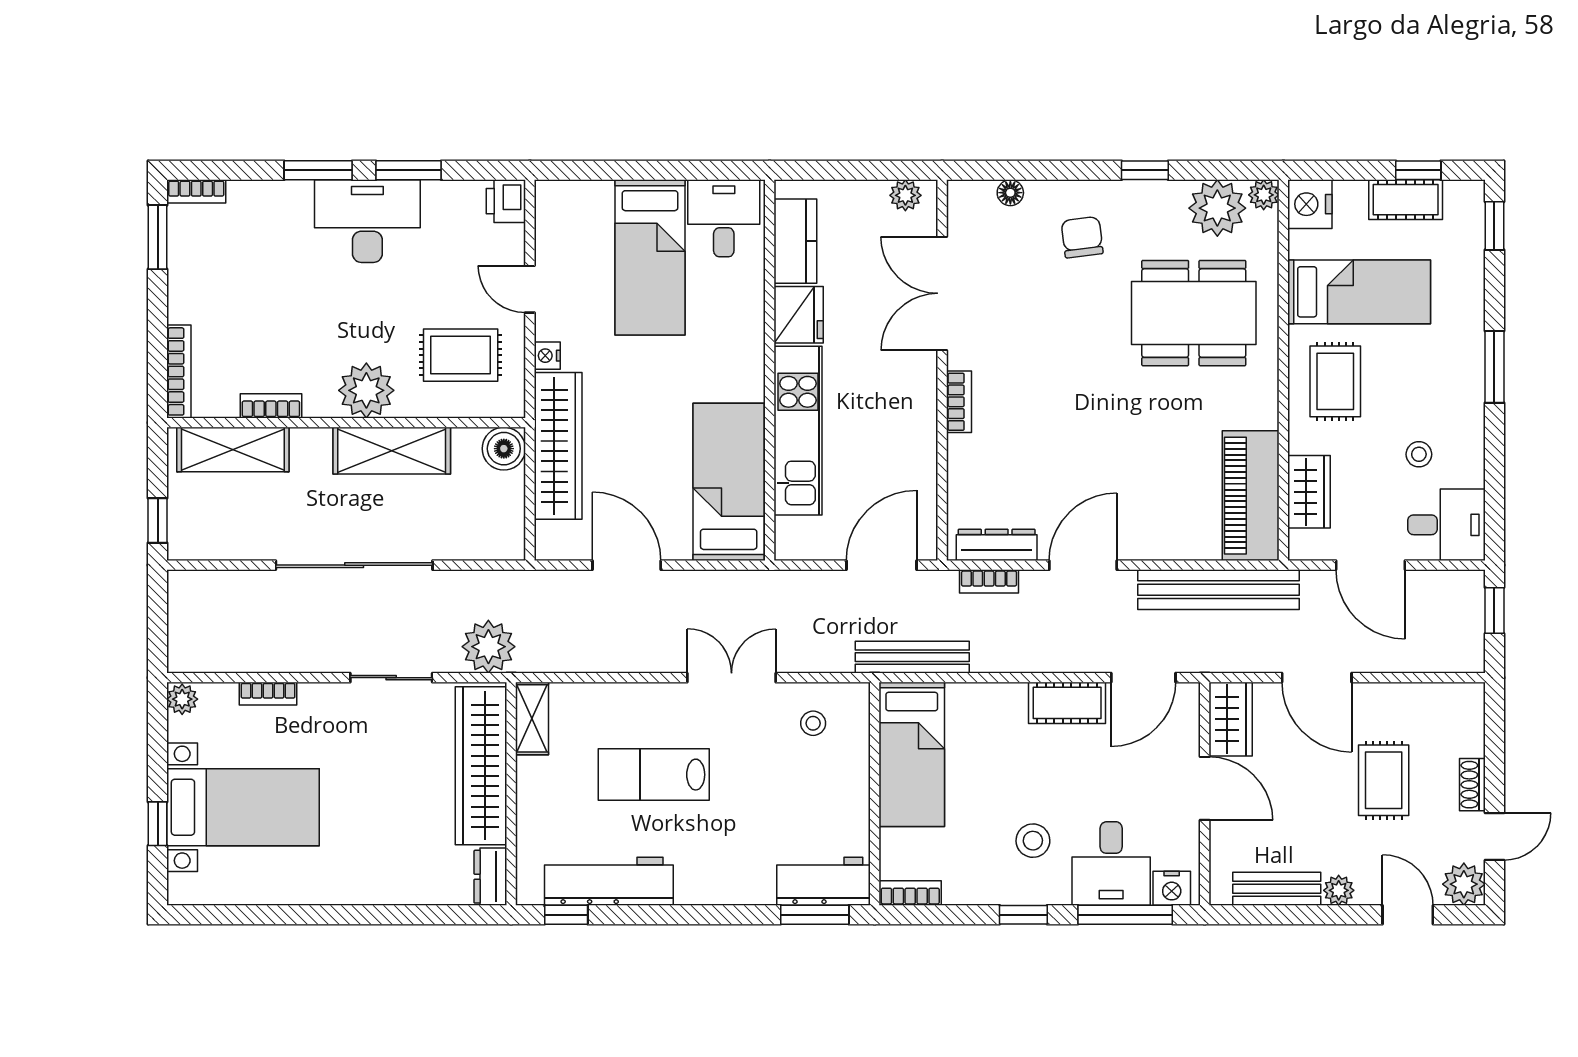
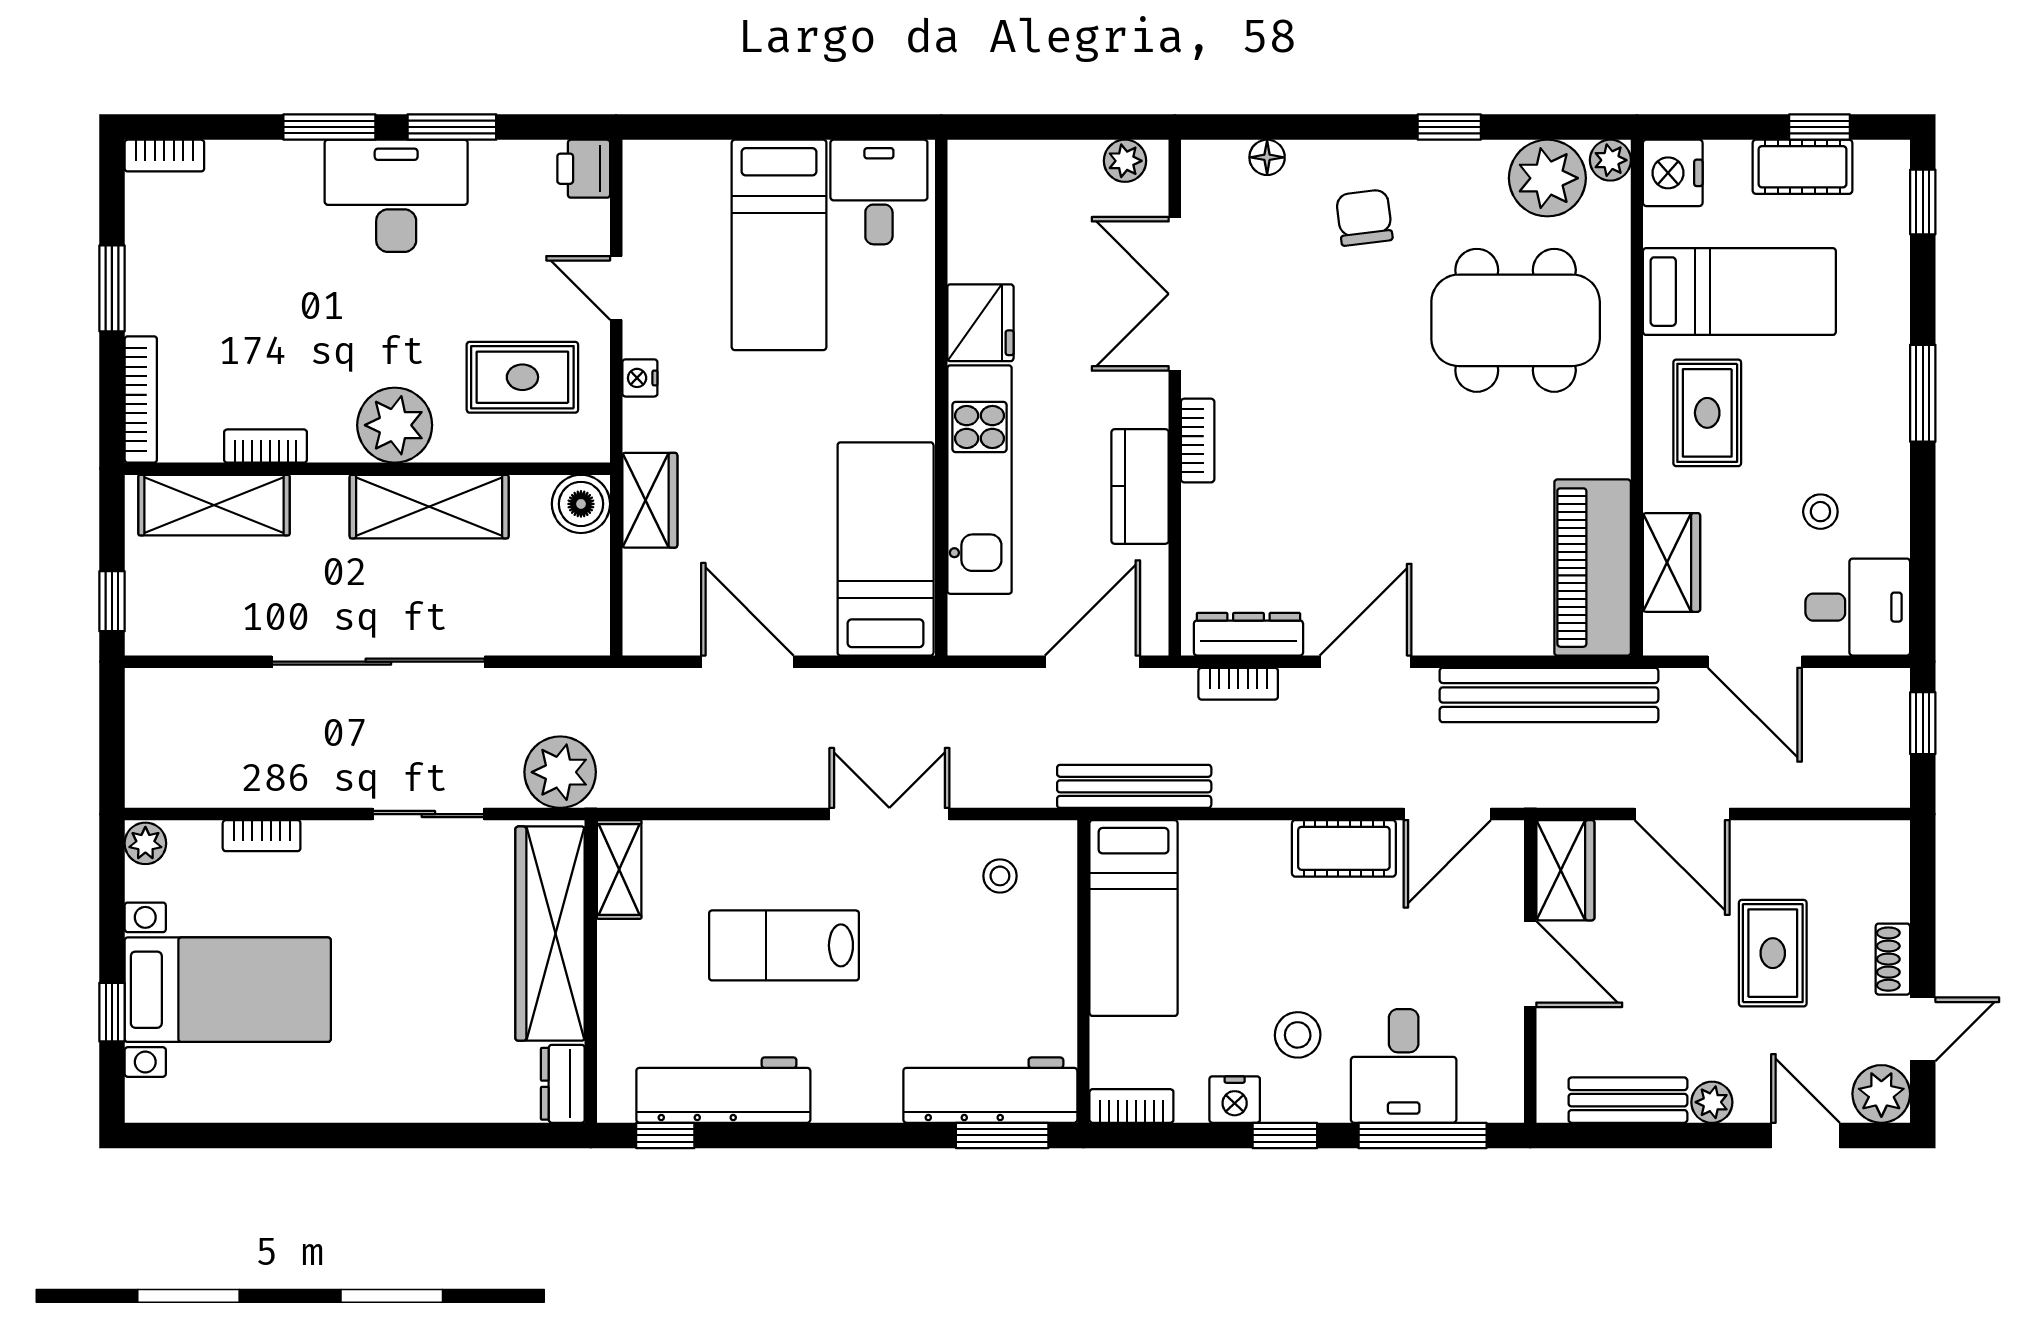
window: (158, 237) -> (112, 288), moved
kitchen counter: (795, 241) -> (1140, 486), moved, turned 180
wardrobe: (558, 446) -> (650, 500), width x0.48, depth x0.85
workbench: (824, 881) -> (990, 1090), width x1.38
nightstand: (1172, 888) -> (1235, 1100), moved

